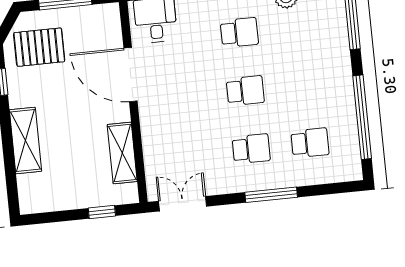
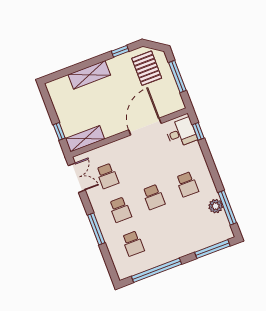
shelving: (122, 153) -> (85, 139), moved
school desk: (192, 155) -> (107, 176), added

